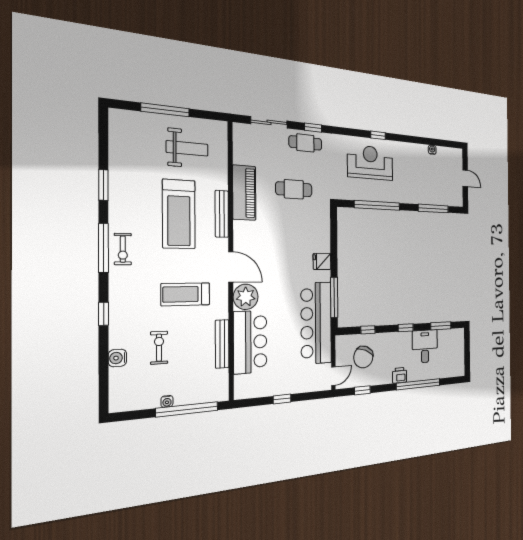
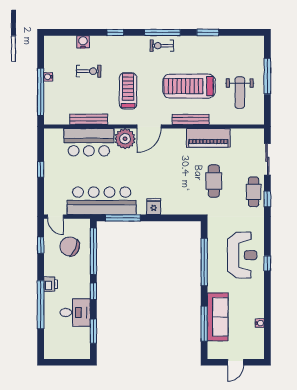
sofa: (427, 194) -> (218, 317), added
window: (368, 330) -> (93, 251), width x3.17

